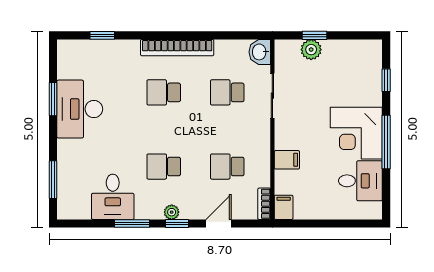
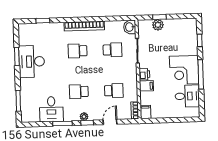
school desk: (227, 92) -> (113, 50), turned 180
printer: (284, 139) -> (144, 74), added
school desk: (227, 167) -> (114, 91), turned 180

